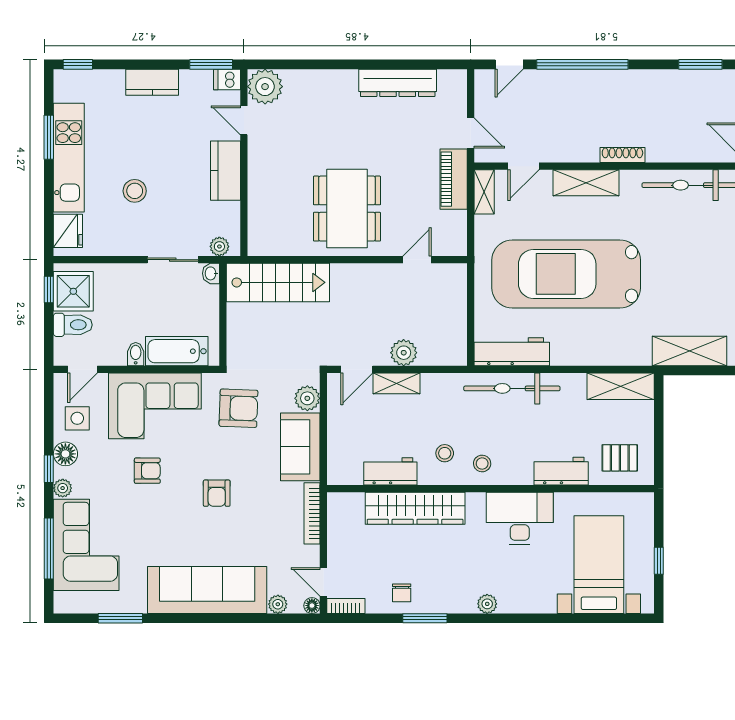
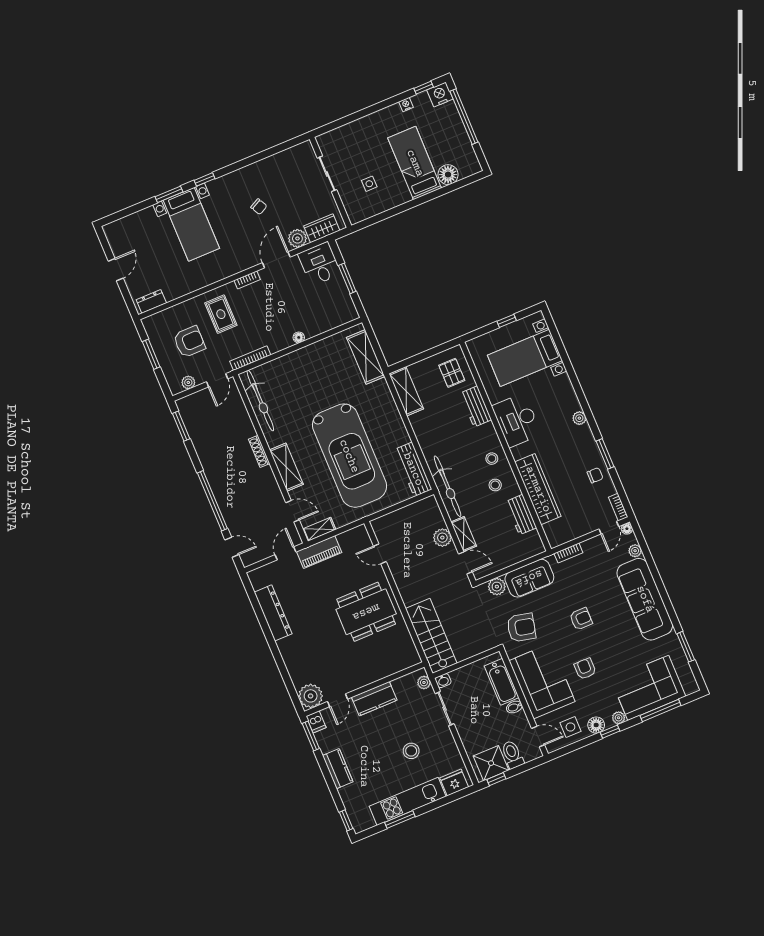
bicycle: (512, 388) -> (448, 486), moved
armchair: (238, 408) -> (521, 628), turned 101
bookcase: (312, 513) -> (568, 553), width x0.64

